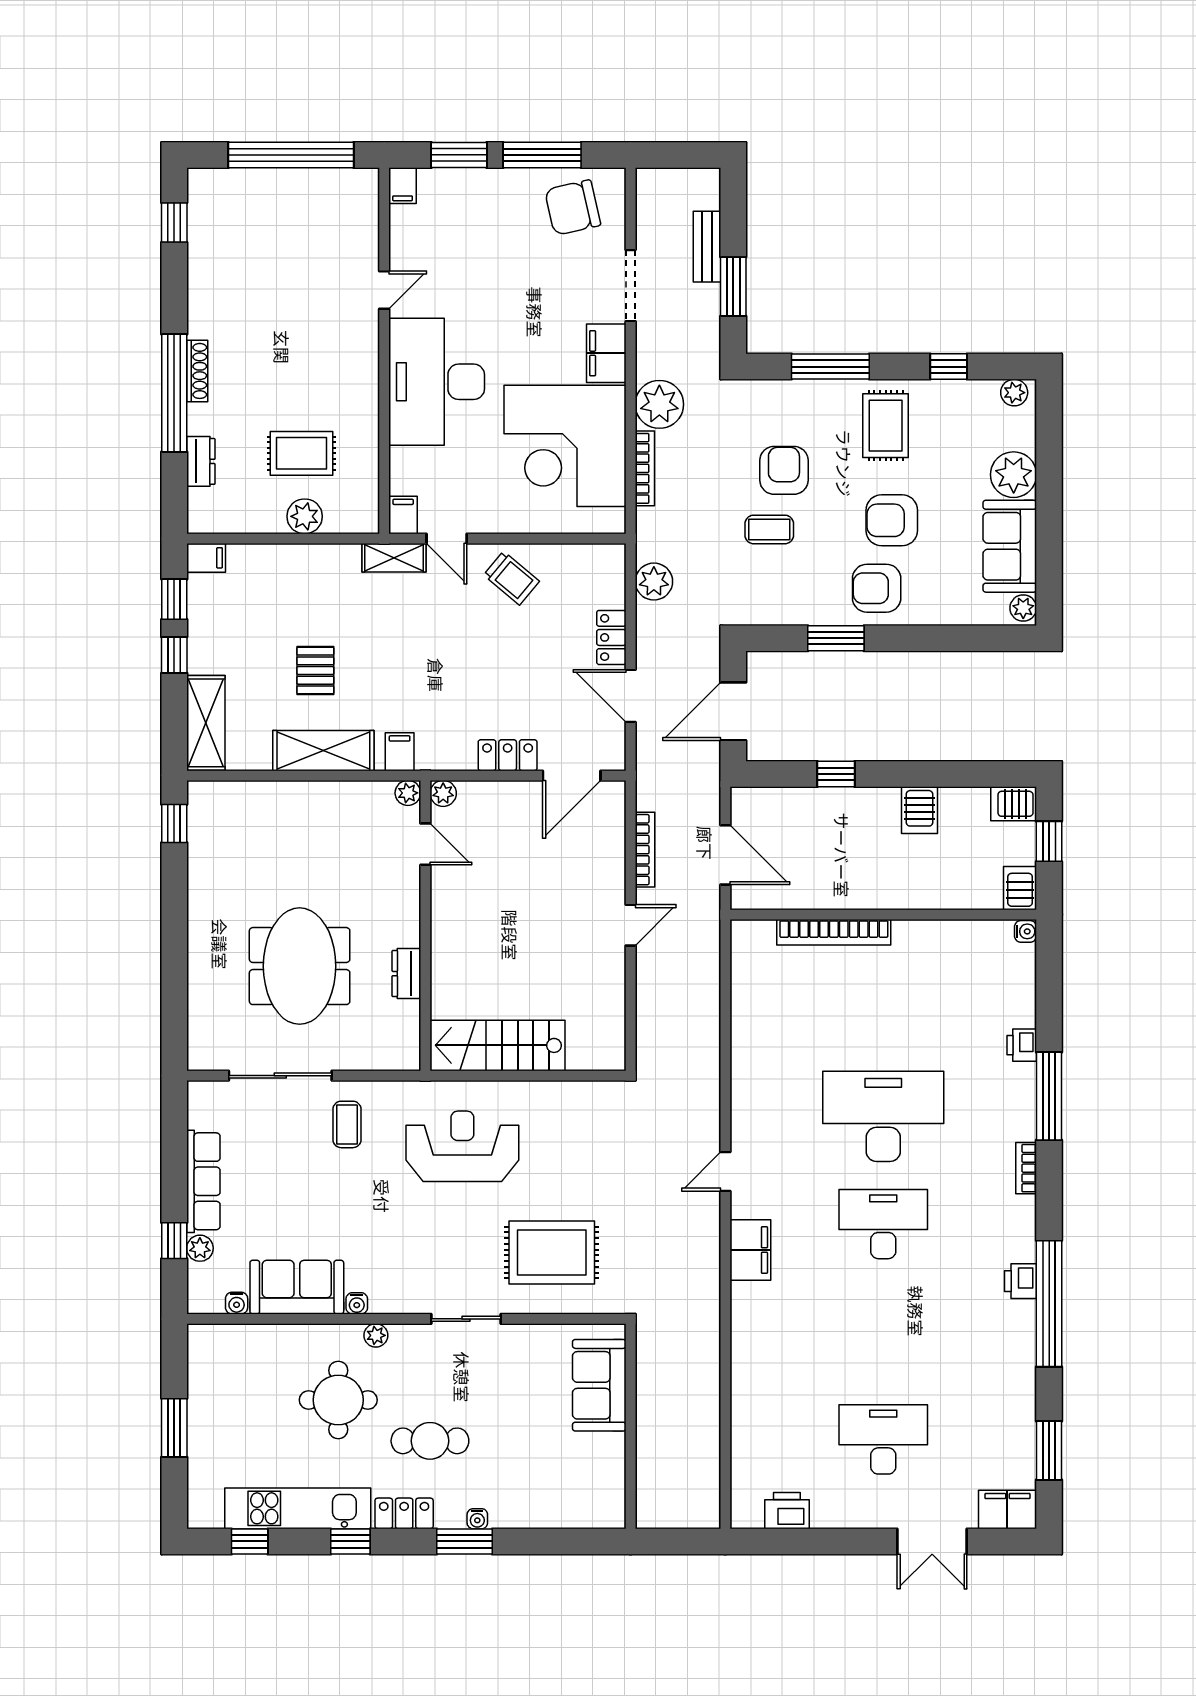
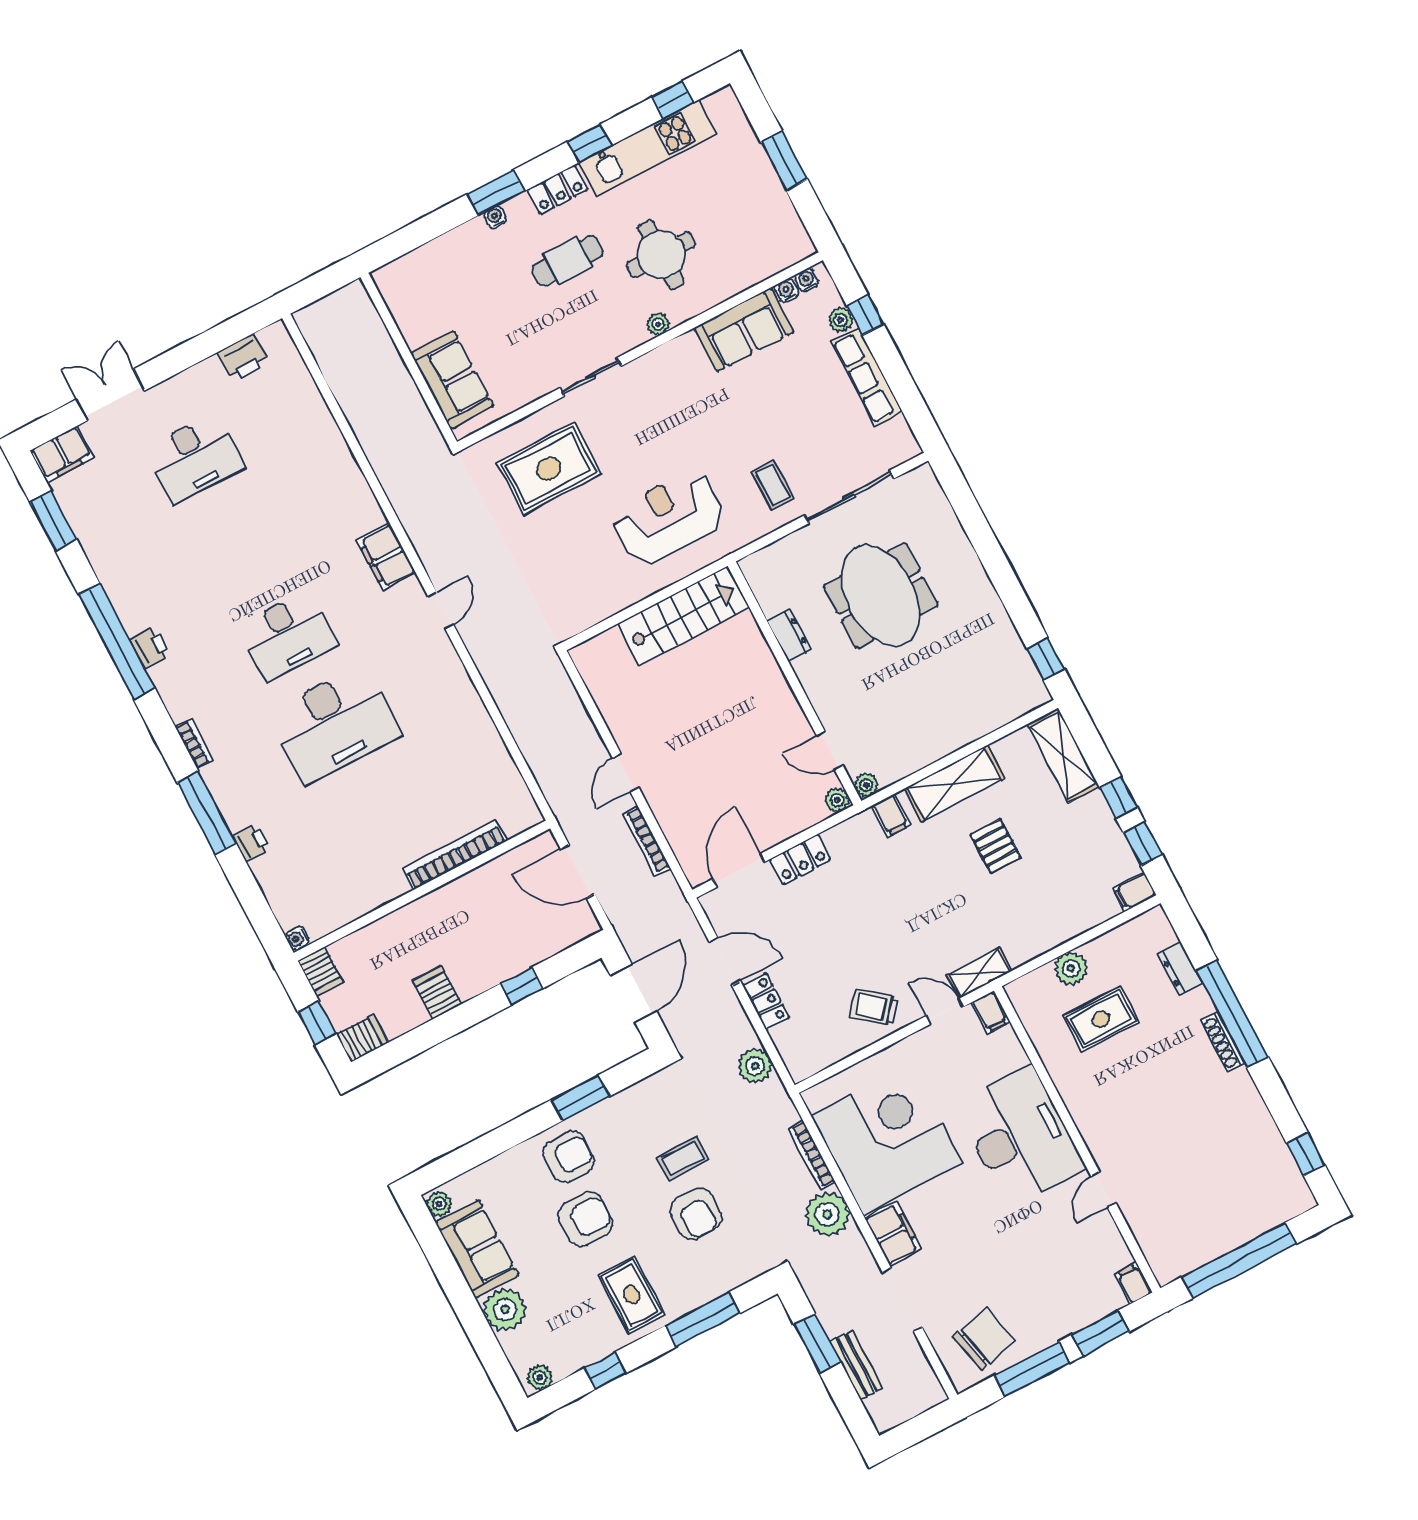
reception desk: (462, 1146) -> (668, 517), turned 180
water cooler: (357, 1303) -> (807, 280), moved

